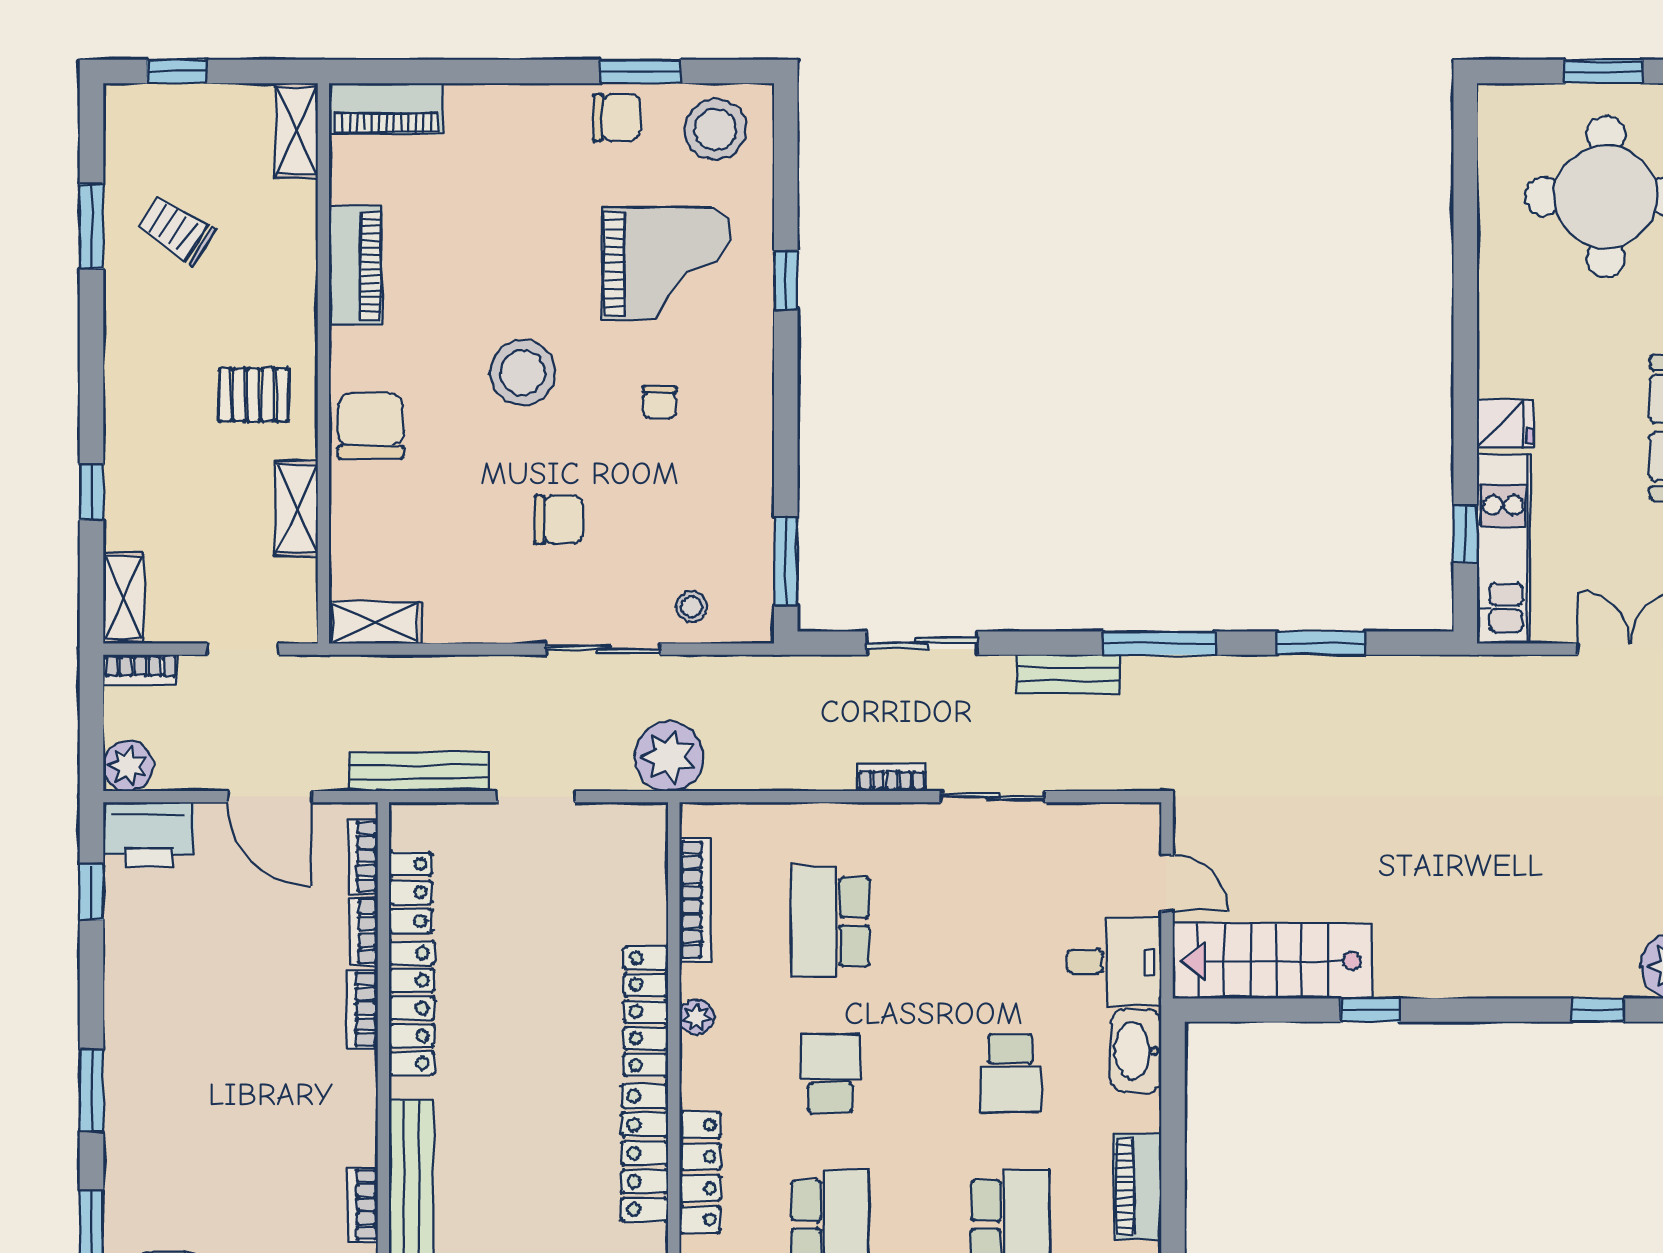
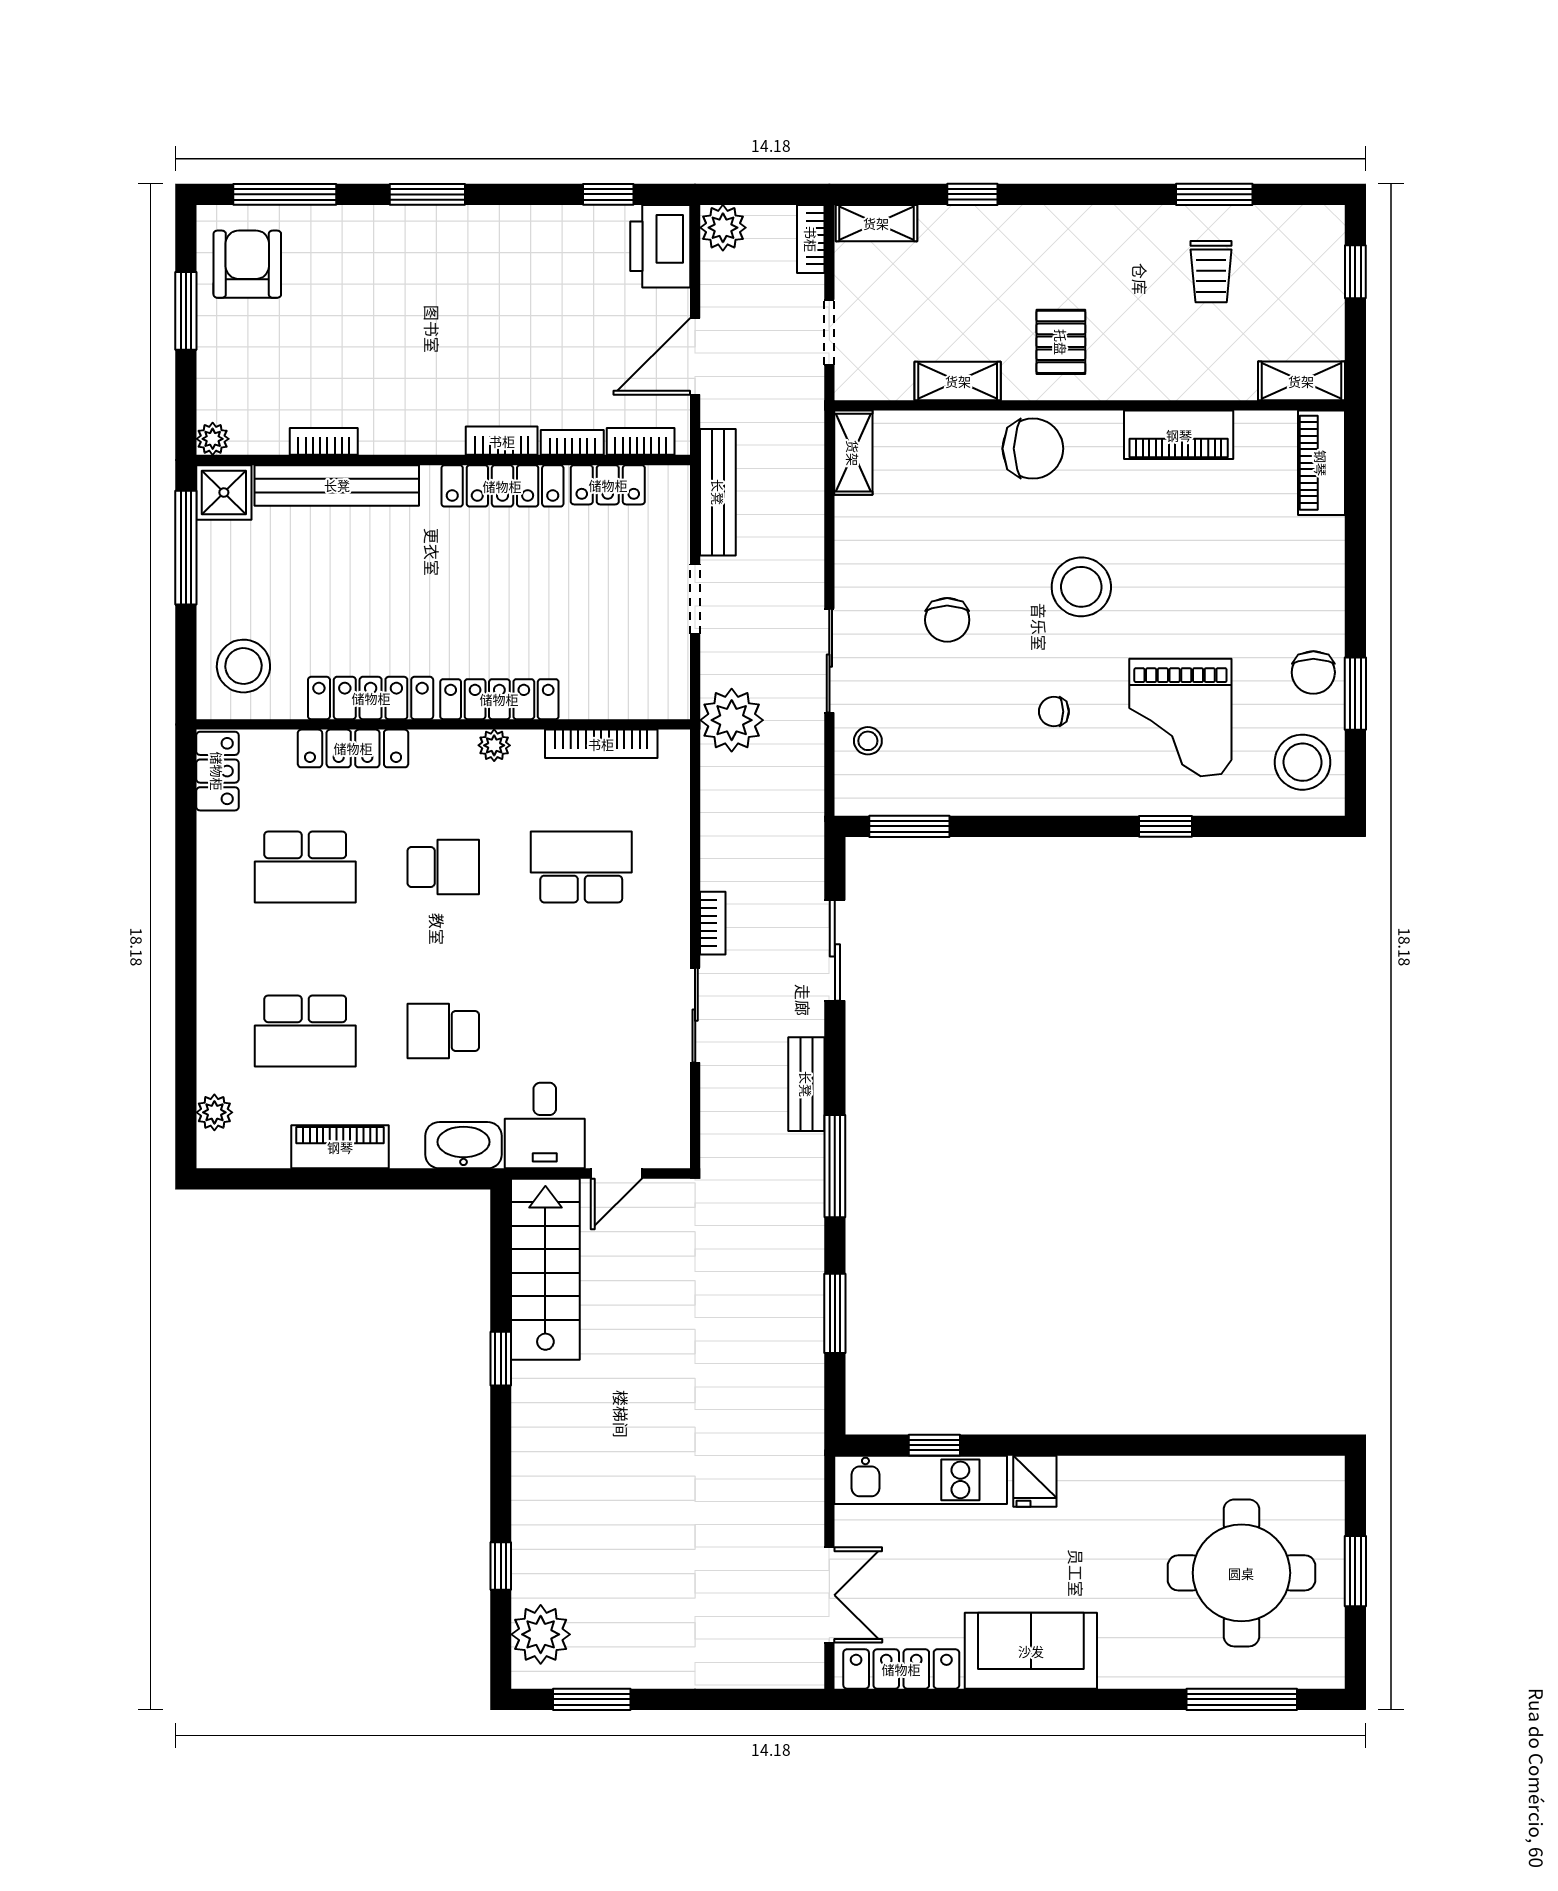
trolley: (176, 230) -> (1211, 272), turned 147

